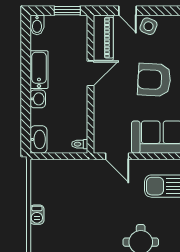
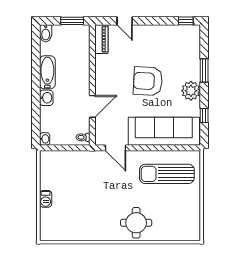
side table: (148, 26) -> (143, 34), removed
piano: (103, 38) -> (101, 39), width x0.73, depth x0.75
door: (91, 73) -> (92, 106), moved
washbasin: (38, 139) -> (45, 139), width x0.52, depth x0.69

